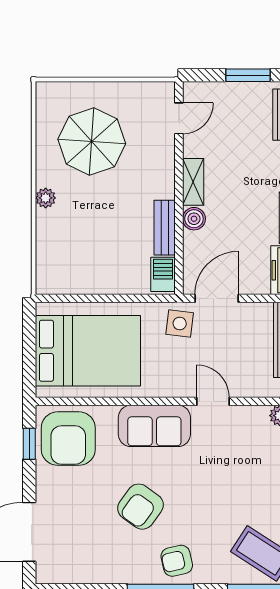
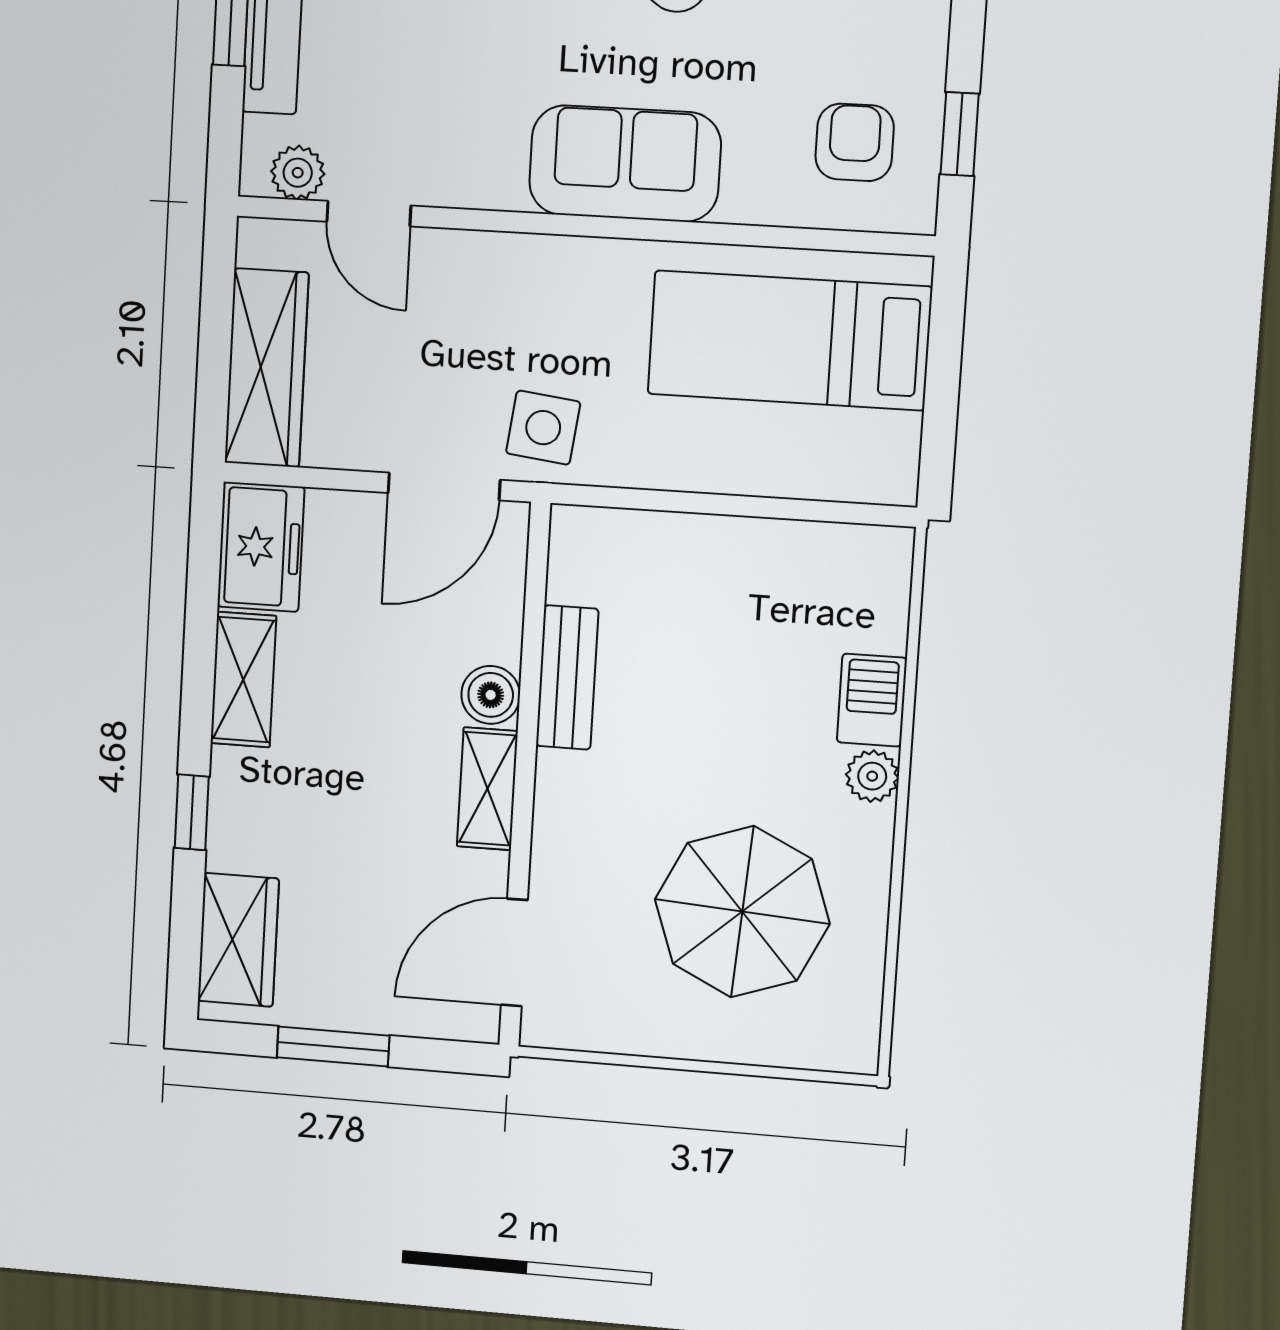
door: (179, 118) -> (514, 952), width x1.38
barbecue: (163, 274) -> (872, 700), moved, turned 180
bed: (88, 351) -> (789, 340), width x0.67
door: (213, 401) -> (369, 214), moved
armchair: (68, 439) -> (855, 142), width x0.53, depth x0.53

